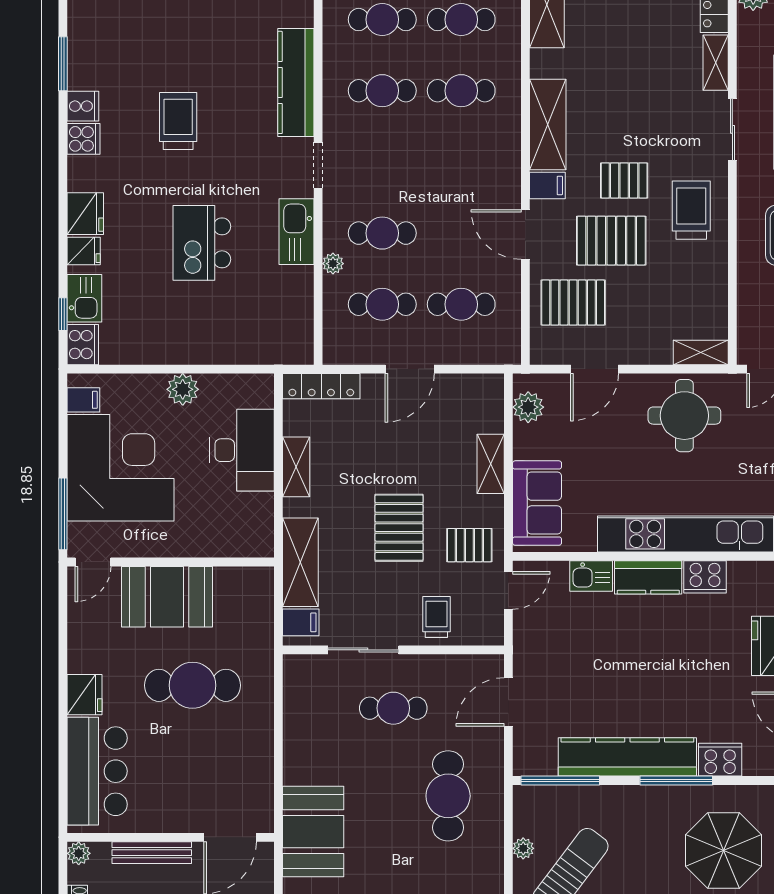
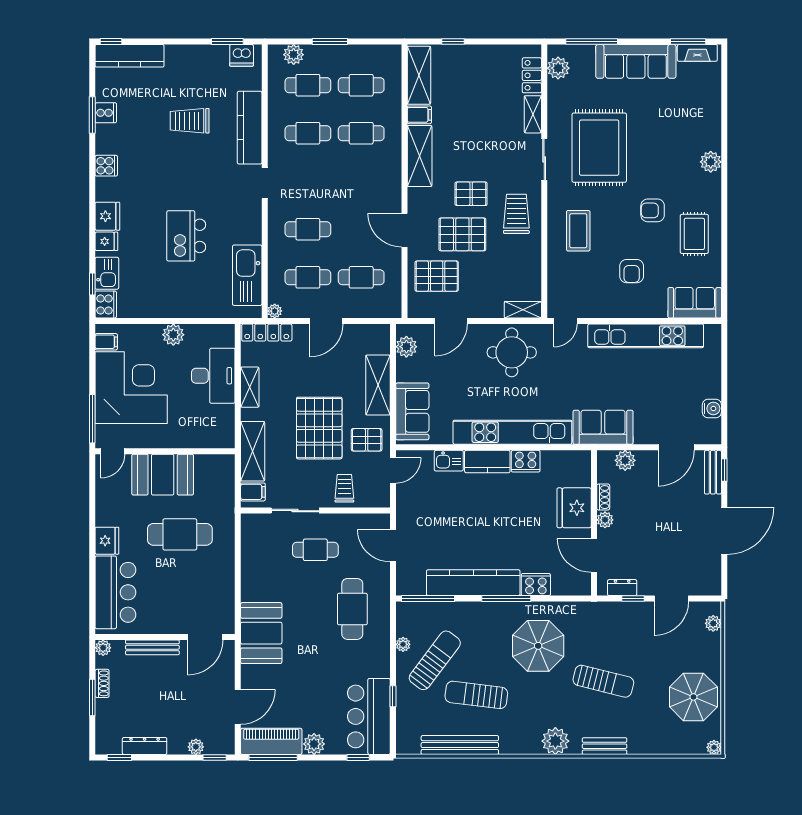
cooker: (83, 106) -> (106, 113), moved
trolley: (178, 121) -> (190, 121), moved, turned -90
filing cabinet: (547, 185) -> (419, 115), moved
kitchen sink: (297, 232) -> (247, 275), moved, width x1.36, depth x1.24
plant: (333, 264) -> (275, 311), moved
shelving: (491, 464) -> (378, 385), width x1.50, depth x1.33
pallet: (399, 528) -> (319, 428), width x1.37, depth x1.41
door: (508, 702) -> (393, 546), hinge flipped

